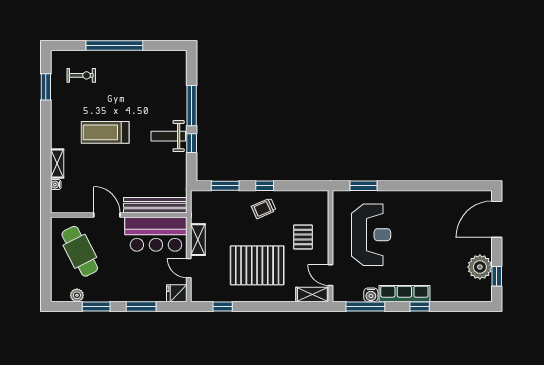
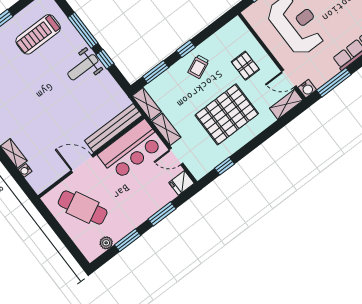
treadmill: (105, 132) -> (38, 34), moved
shelving: (198, 206) -> (147, 104), added
water cooler: (371, 295) -> (307, 89), moved

